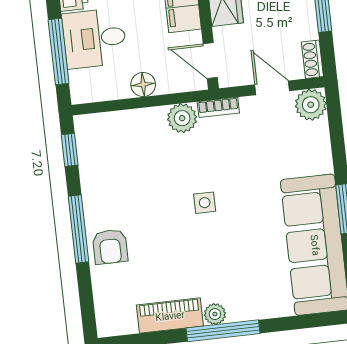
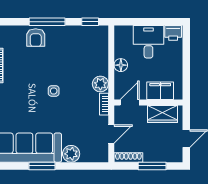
window: (59, 51) -> (144, 22), removed
shoe rack: (312, 59) -> (128, 157), width x1.43
plant: (311, 105) -> (71, 154), moved
armchair: (110, 247) -> (36, 38), turned -90

